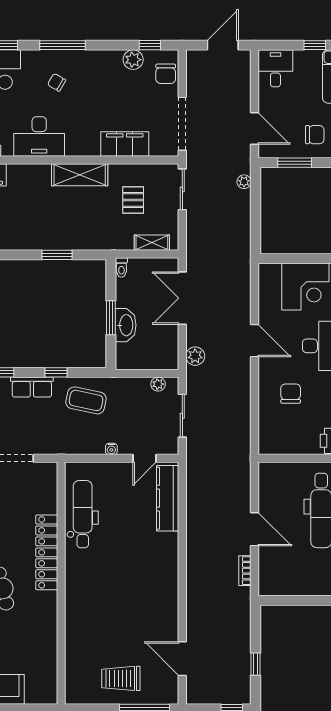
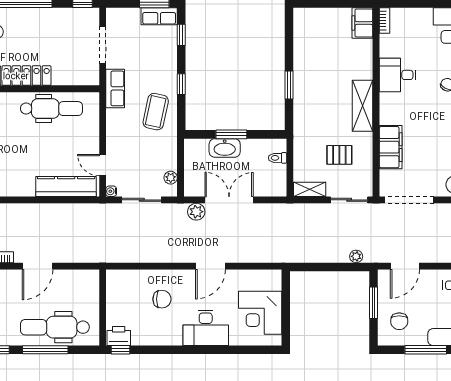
desk: (39, 137) -> (398, 75), width x0.73
shelving: (152, 243) -> (310, 189), moved, turned 90
toilet: (121, 267) -> (278, 158), moved
double door: (182, 298) -> (229, 200), moved
row of seats: (32, 387) -> (115, 88), moved, turned 180
water cooler: (111, 449) -> (111, 191), moved

